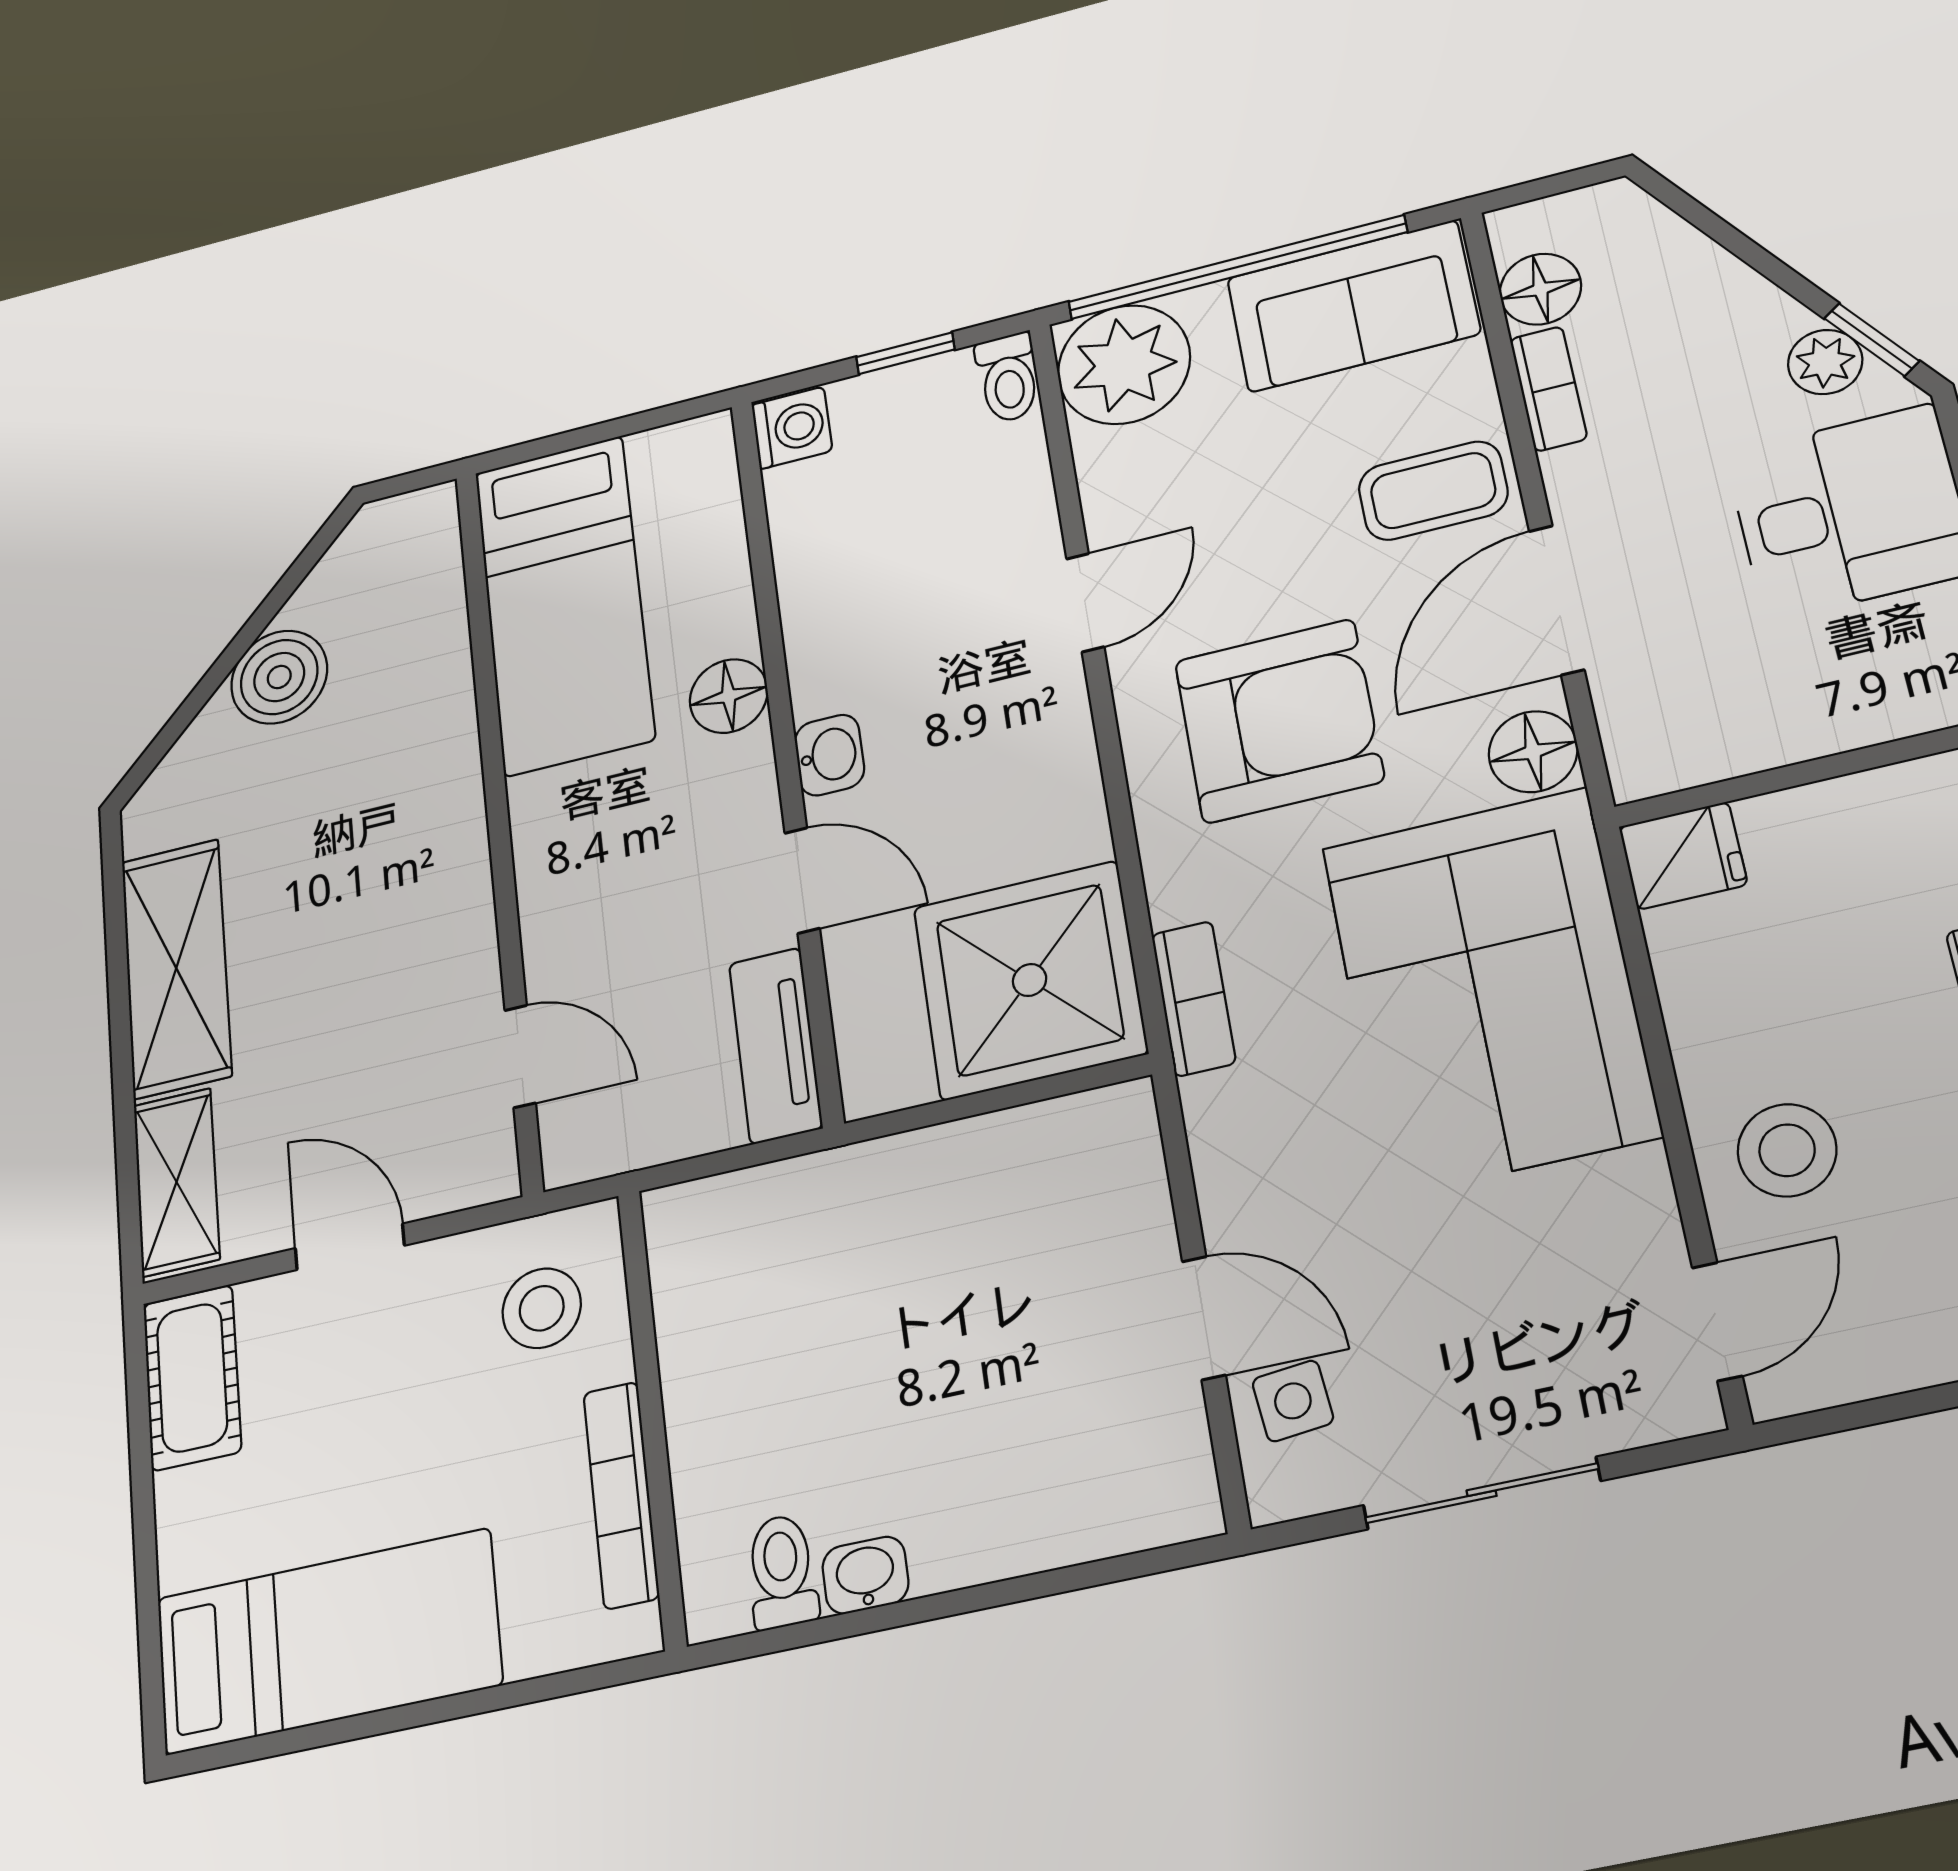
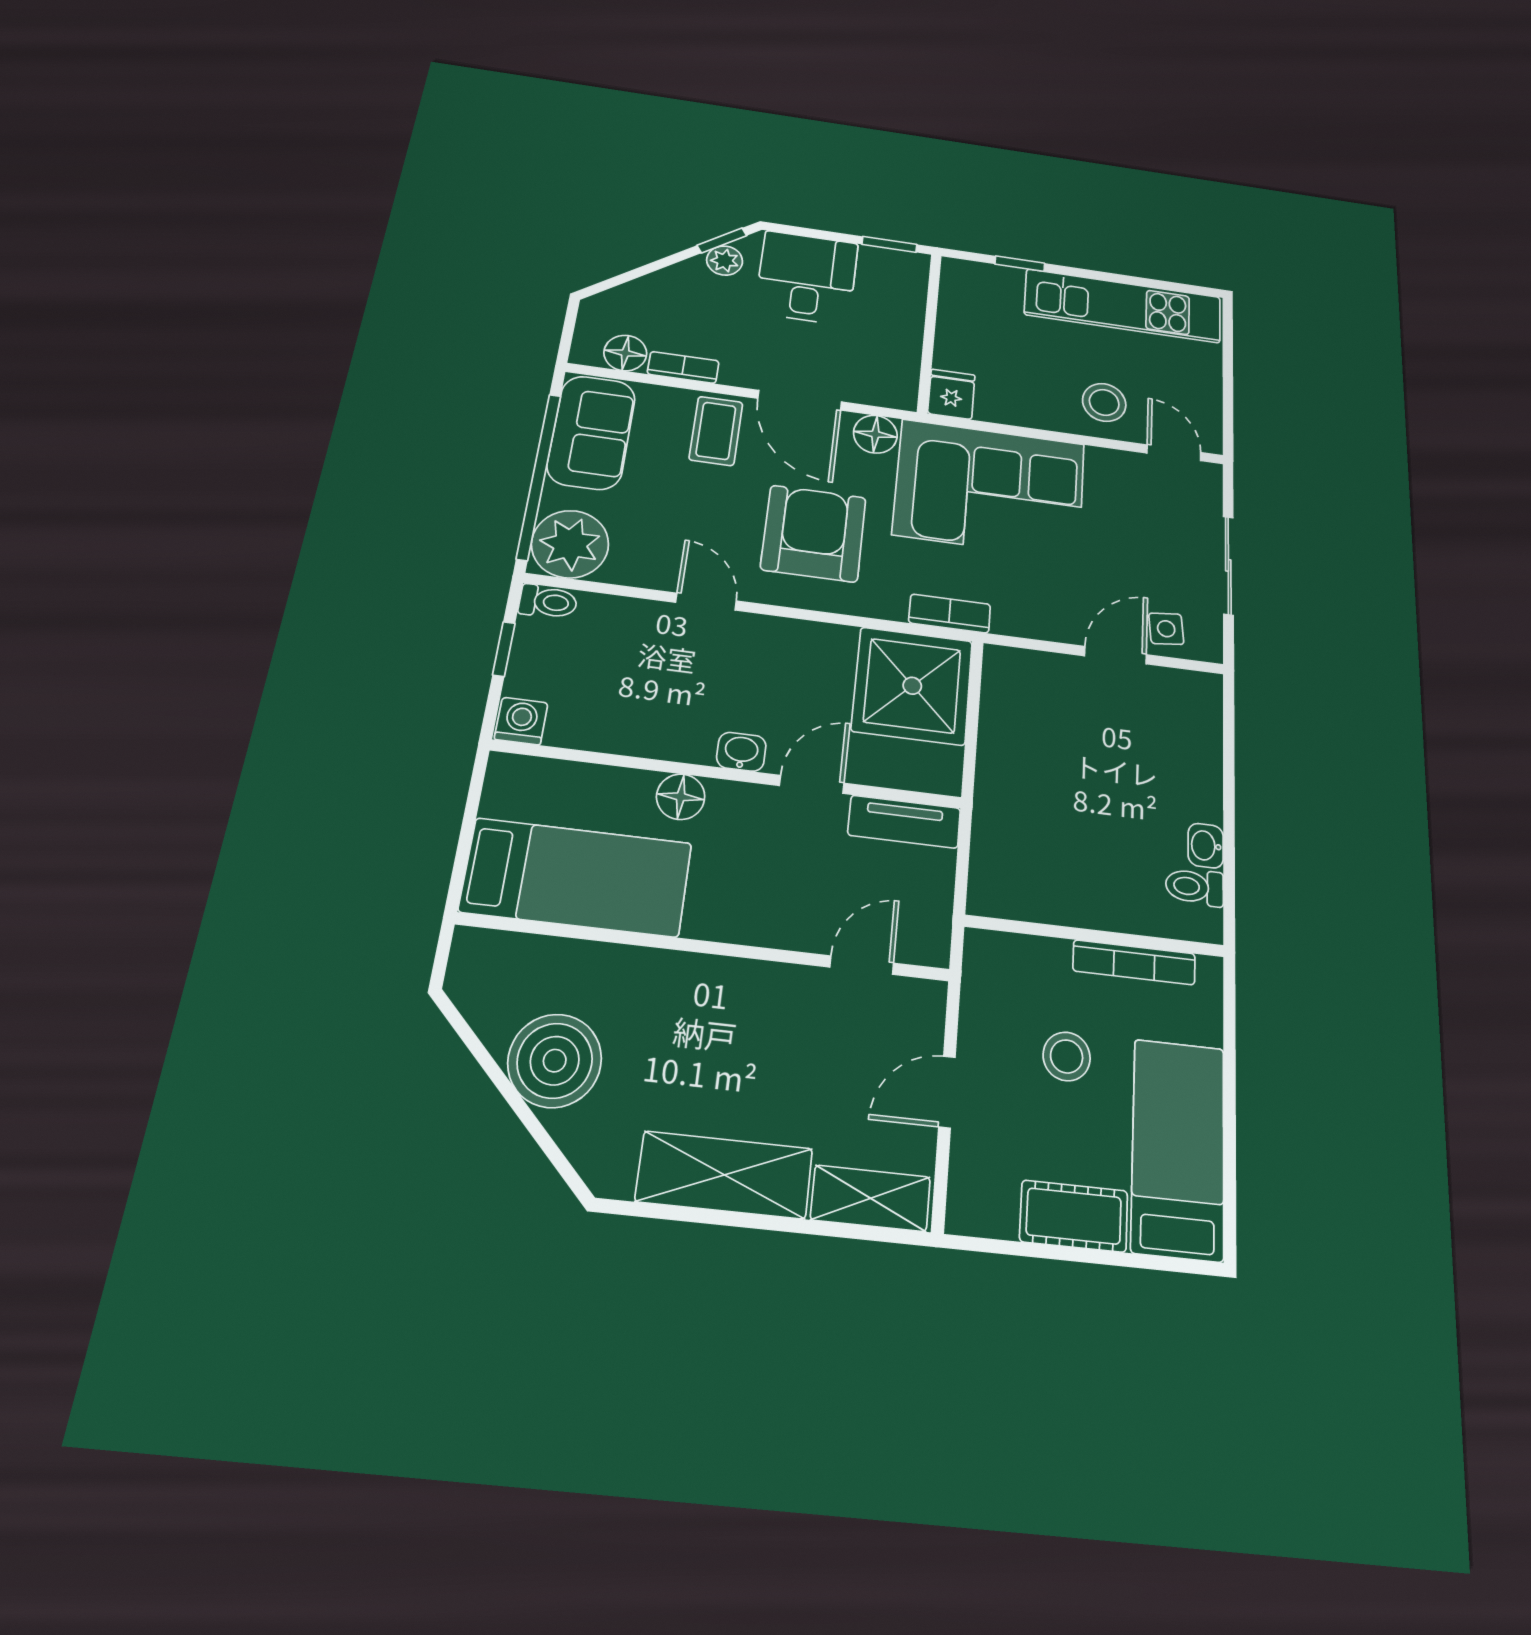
boiler: (279, 677) -> (555, 1061), width x1.37, depth x1.37
stool: (542, 1308) -> (1067, 1056), moved
cot: (192, 1378) -> (1074, 1216), moved

